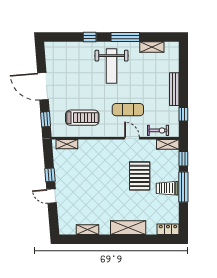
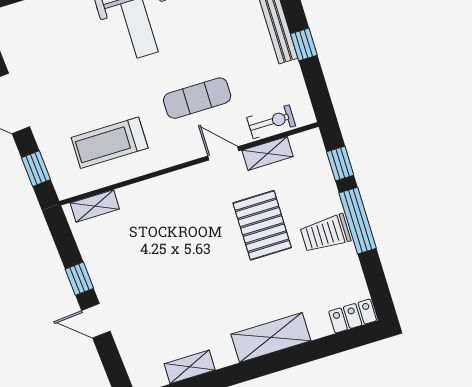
window: (183, 114) -> (304, 44), moved
treadmill: (82, 118) -> (110, 143), turned 180
shelving: (168, 144) -> (268, 153), moved

